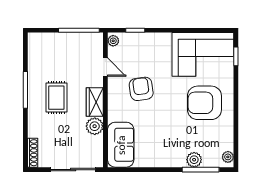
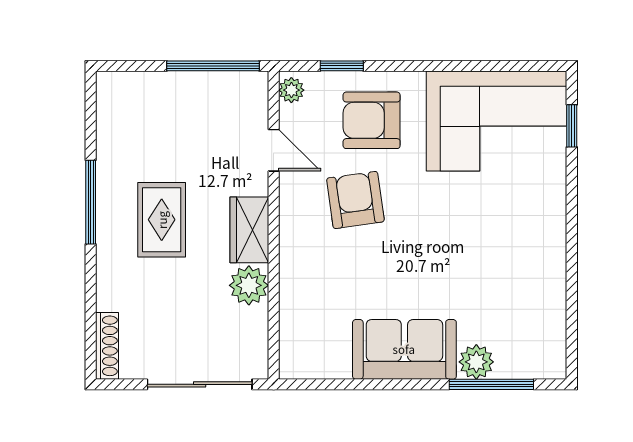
armchair: (204, 103) -> (372, 120), moved, width x0.73, depth x0.73
sofa: (121, 145) -> (404, 349), moved, turned -90
plant: (228, 157) -> (554, 356), removed

